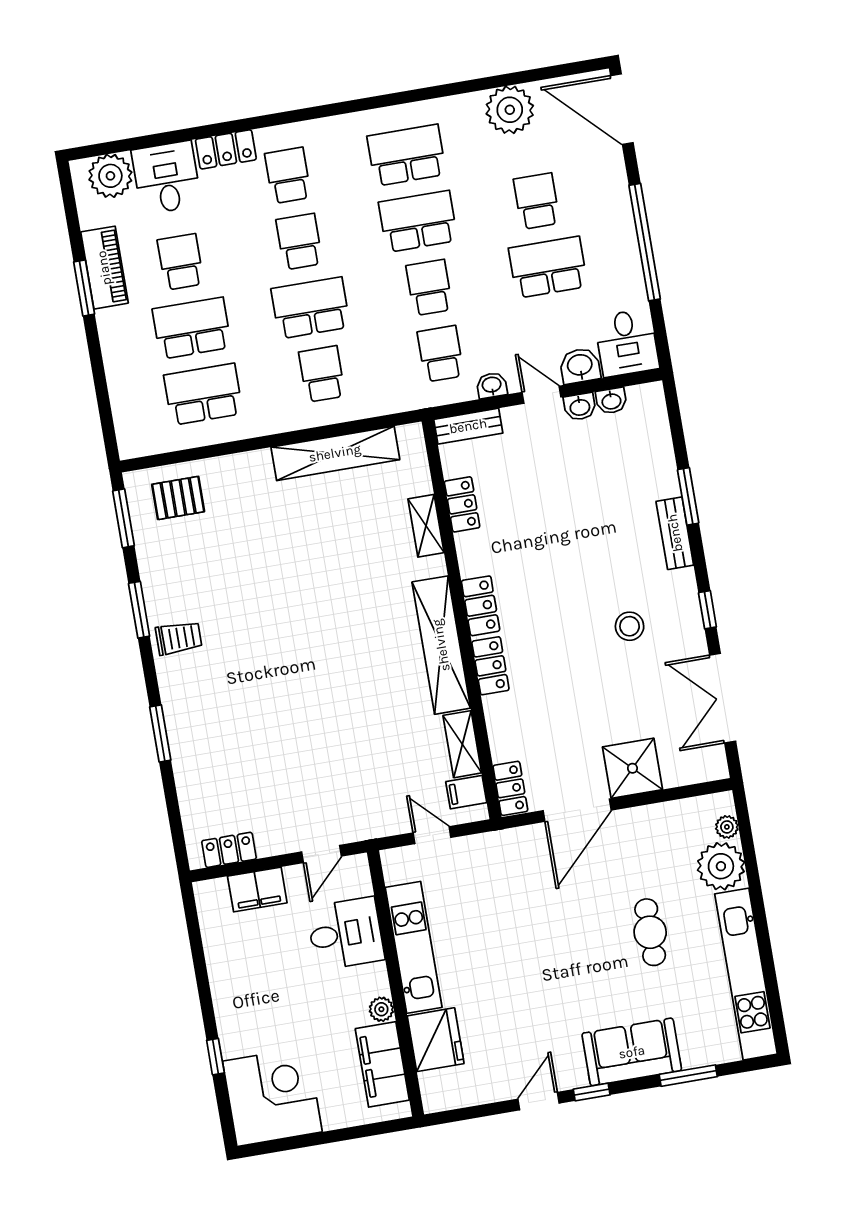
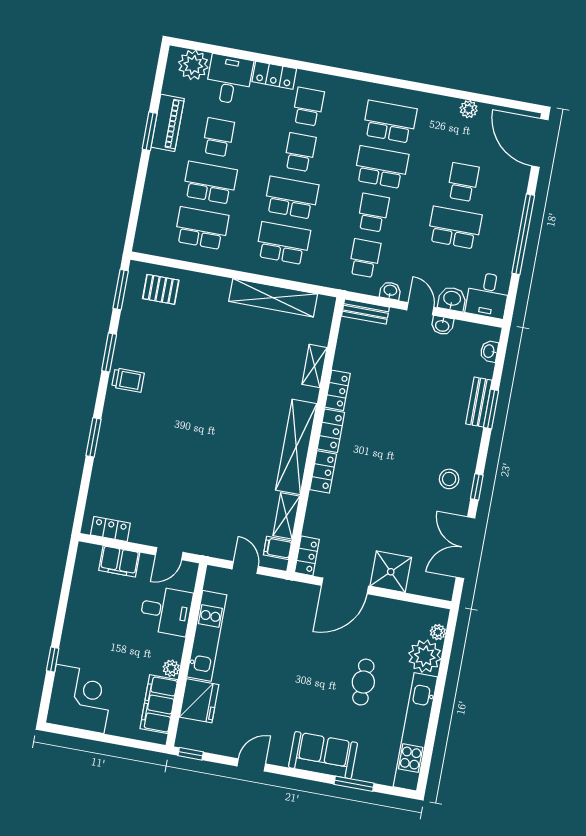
plant: (510, 110) -> (469, 109), width x0.53, depth x0.53
school desk: (322, 374) -> (283, 243), width x1.85
washbasin: (611, 401) -> (489, 351), moved, turned 90
locker: (462, 504) -> (338, 390), moved
bench: (675, 533) -> (479, 402), moved
stool: (630, 626) -> (449, 479), moved
window: (592, 1092) -> (191, 754), moved

